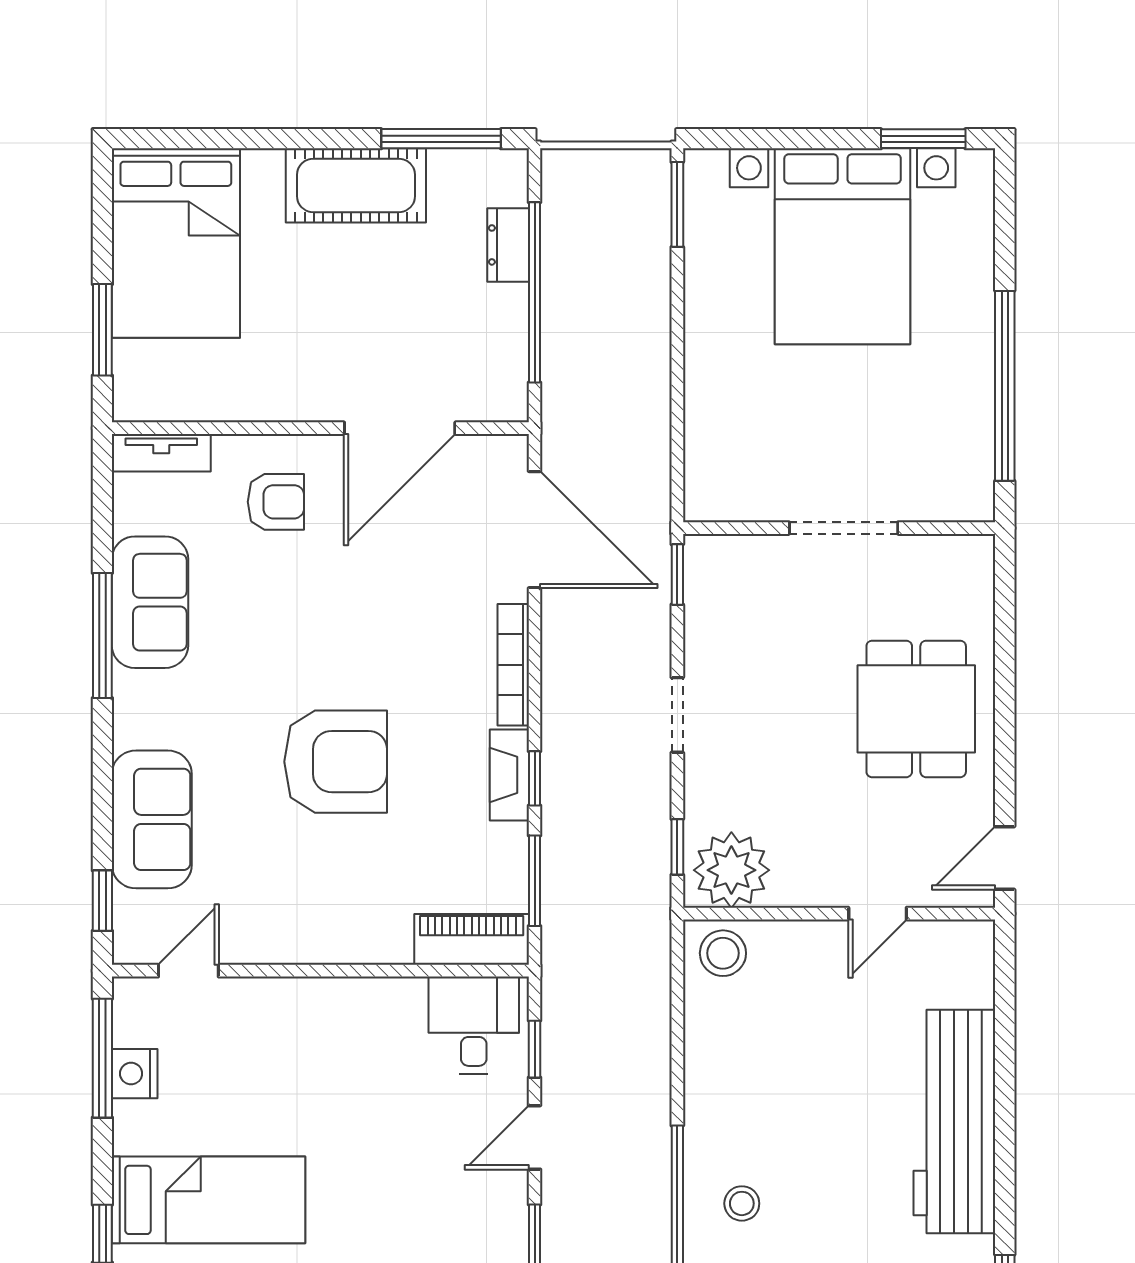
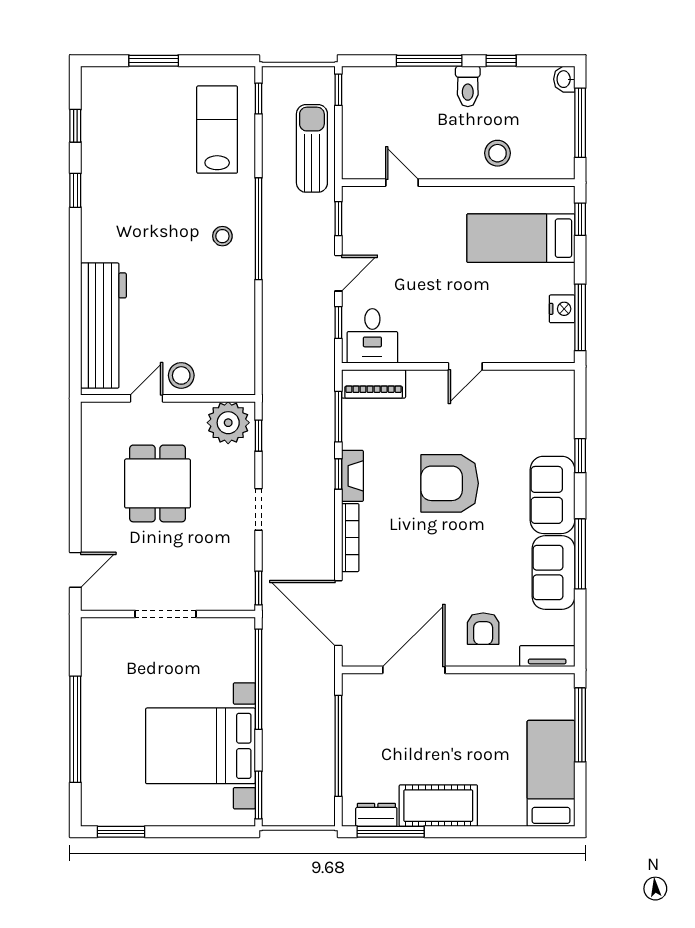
bed: (176, 243) -> (551, 773), width x0.67
dresser: (508, 245) -> (376, 815), moved, turned -90
bed with nightstands: (843, 246) -> (200, 746), moved, turned -90
window: (102, 330) -> (580, 725), width x1.44
window: (1005, 386) -> (75, 729), moved
window: (677, 411) -> (259, 679), added
armchair: (276, 502) -> (483, 629), turned -90
dining table: (916, 709) -> (158, 483), moved
sofa: (152, 819) -> (552, 495), moved
door: (1005, 858) -> (75, 570), moved
window: (102, 901) -> (580, 456), moved
stool: (723, 953) -> (181, 375), moved
door: (188, 971) -> (465, 366), moved
workbench: (954, 1121) -> (103, 326), moved

